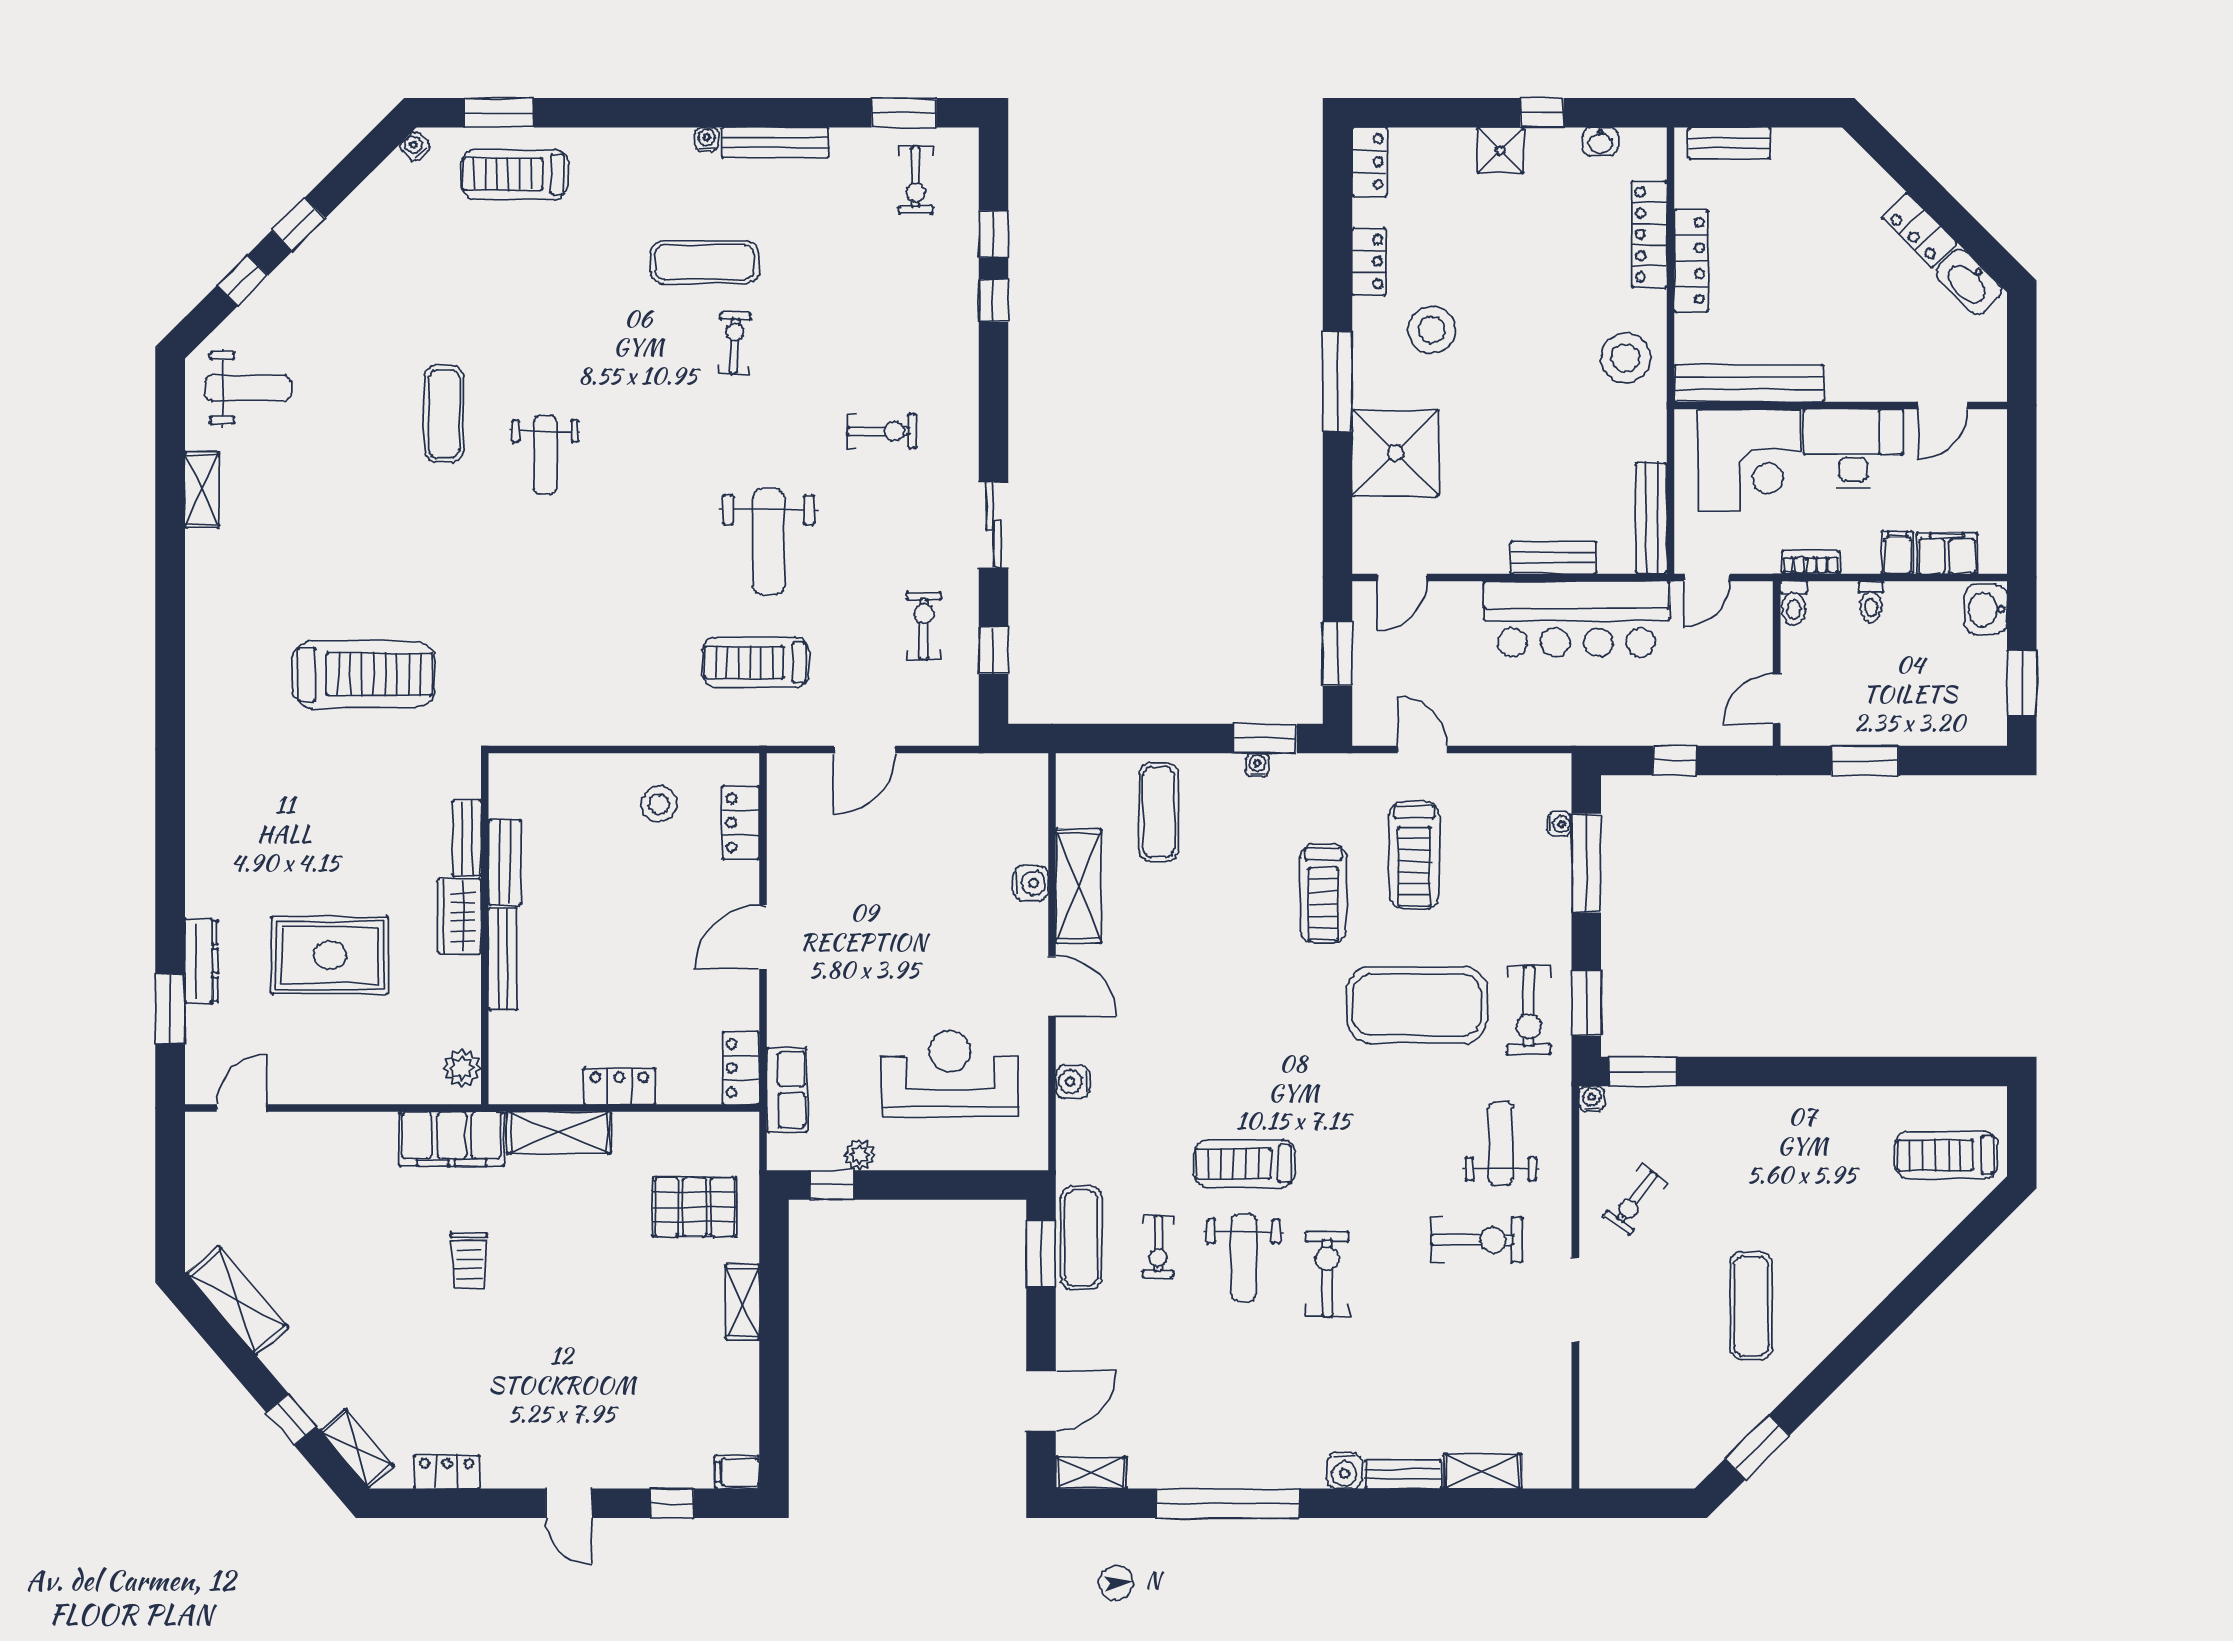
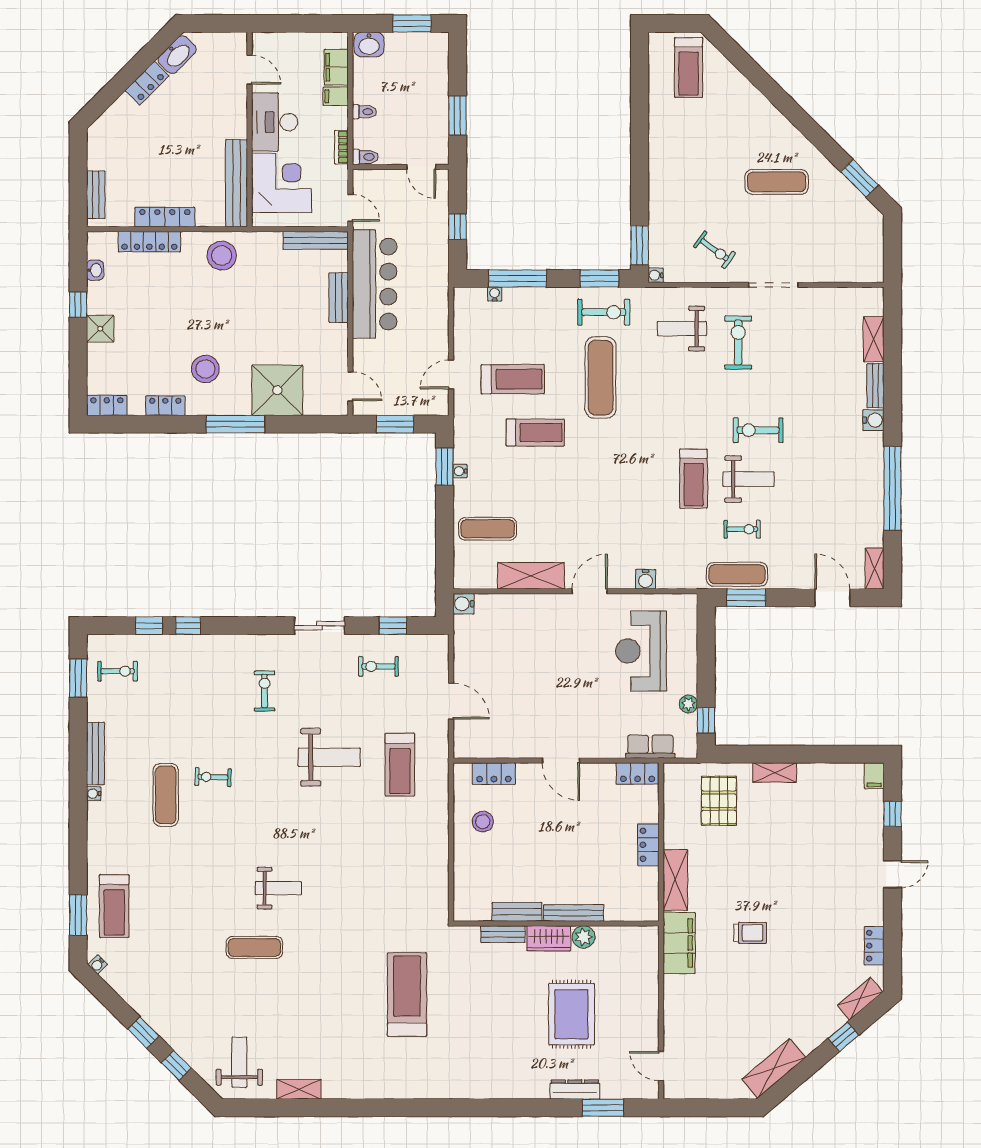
water cooler: (1031, 883) -> (464, 604), moved, turned -90
exercise mat: (1417, 1005) -> (601, 378), width x0.68
plant: (462, 1068) -> (584, 937), moved

